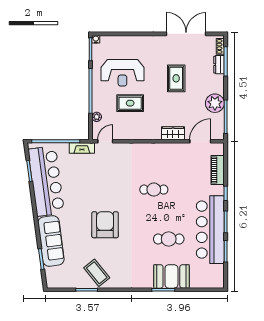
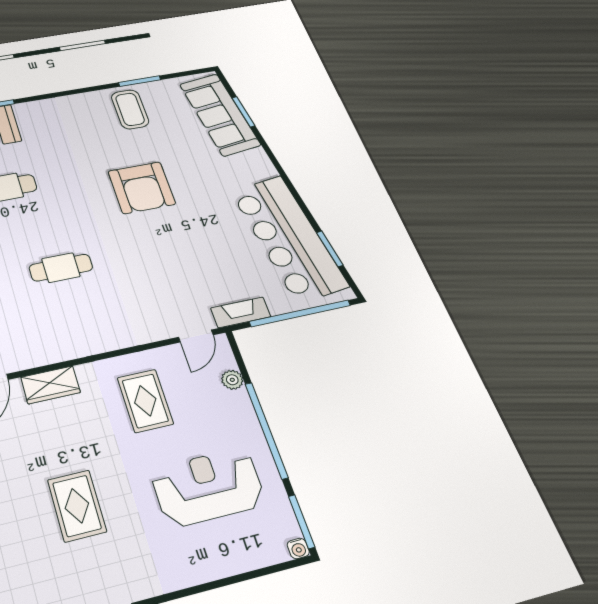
rug: (130, 103) -> (145, 401), moved, turned 90
sofa: (51, 241) -> (220, 114), moved
coffee table: (97, 273) -> (130, 109), turned 39

